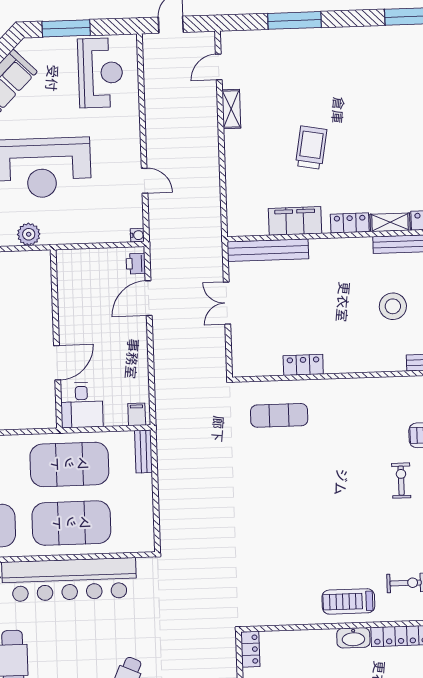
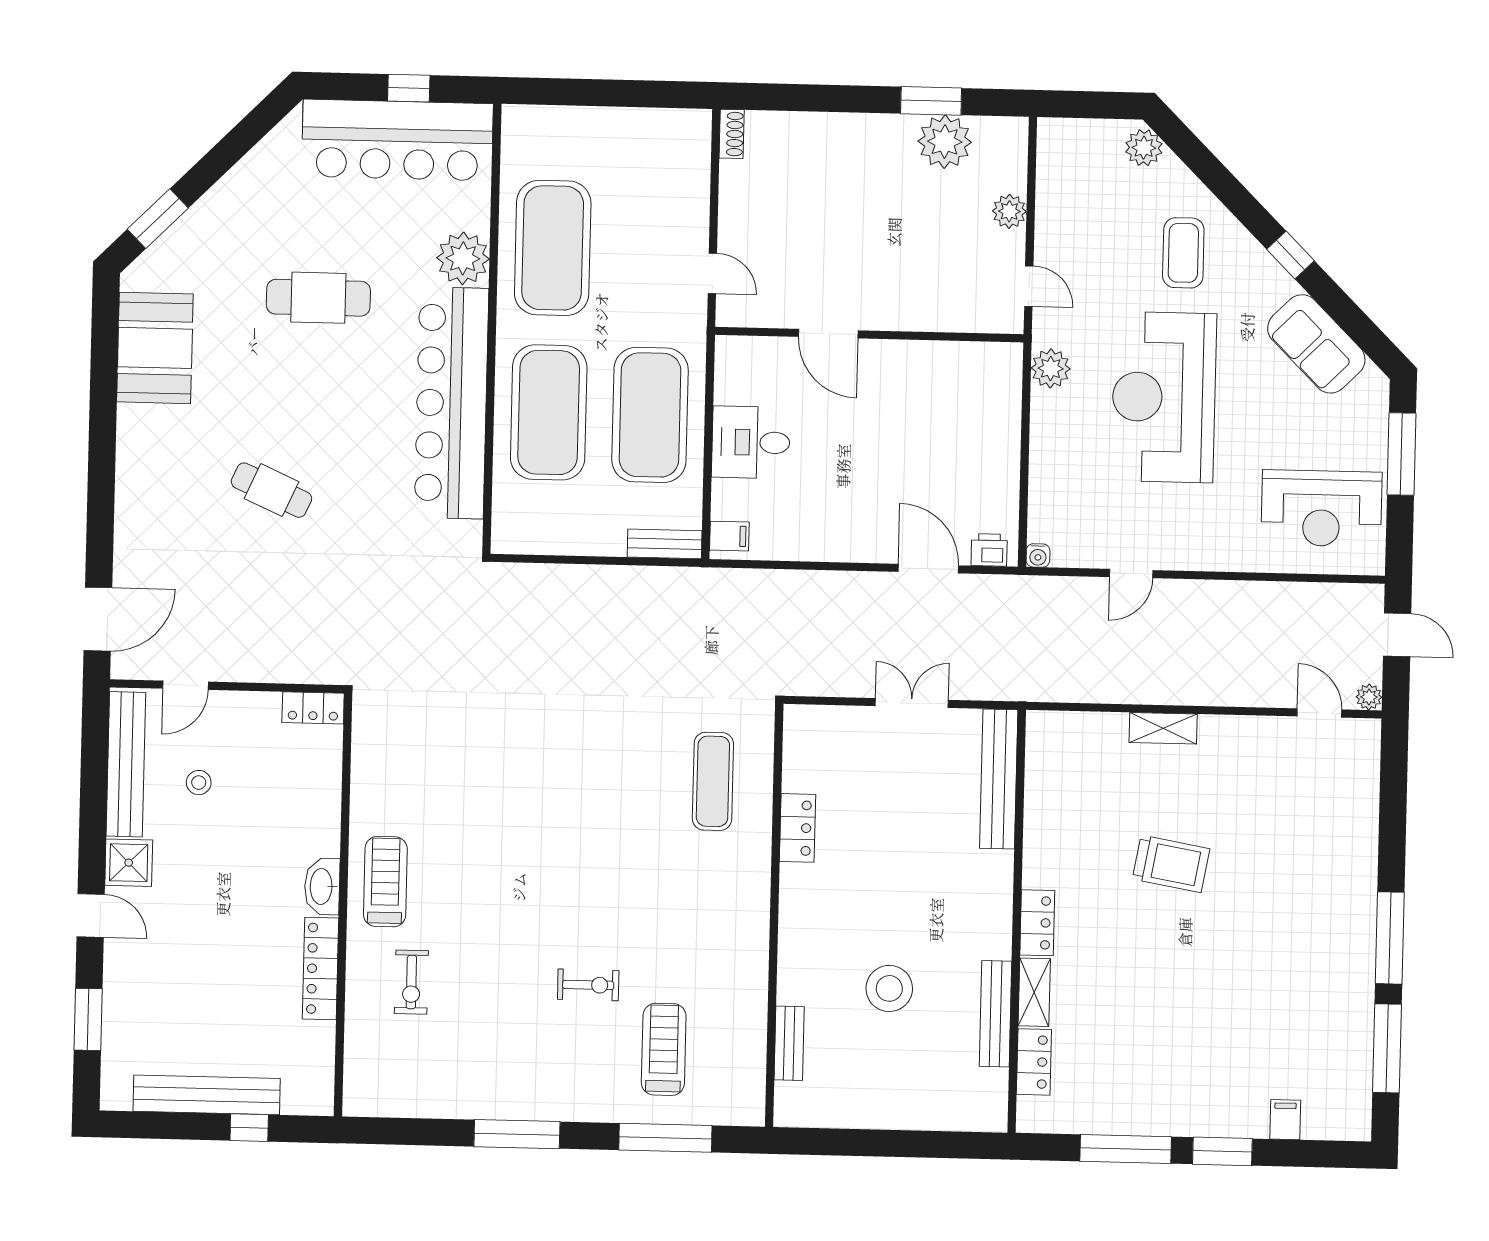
window: (295, 20) -> (1390, 938), moved
plant: (208, 39) -> (1369, 697), added
shelving: (231, 109) -> (1163, 728), moved
filing cabinet: (295, 221) -> (1046, 829), removed
wall: (56, 339) -> (869, 335), moved
door: (57, 363) -> (828, 334), moved

